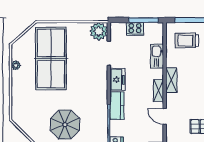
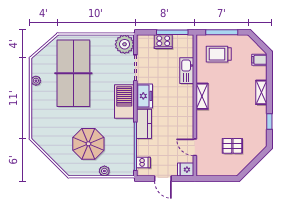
barbecue: (99, 85) -> (124, 101), added
shelving: (158, 90) -> (188, 107), removed
door: (165, 116) -> (195, 147), moved

